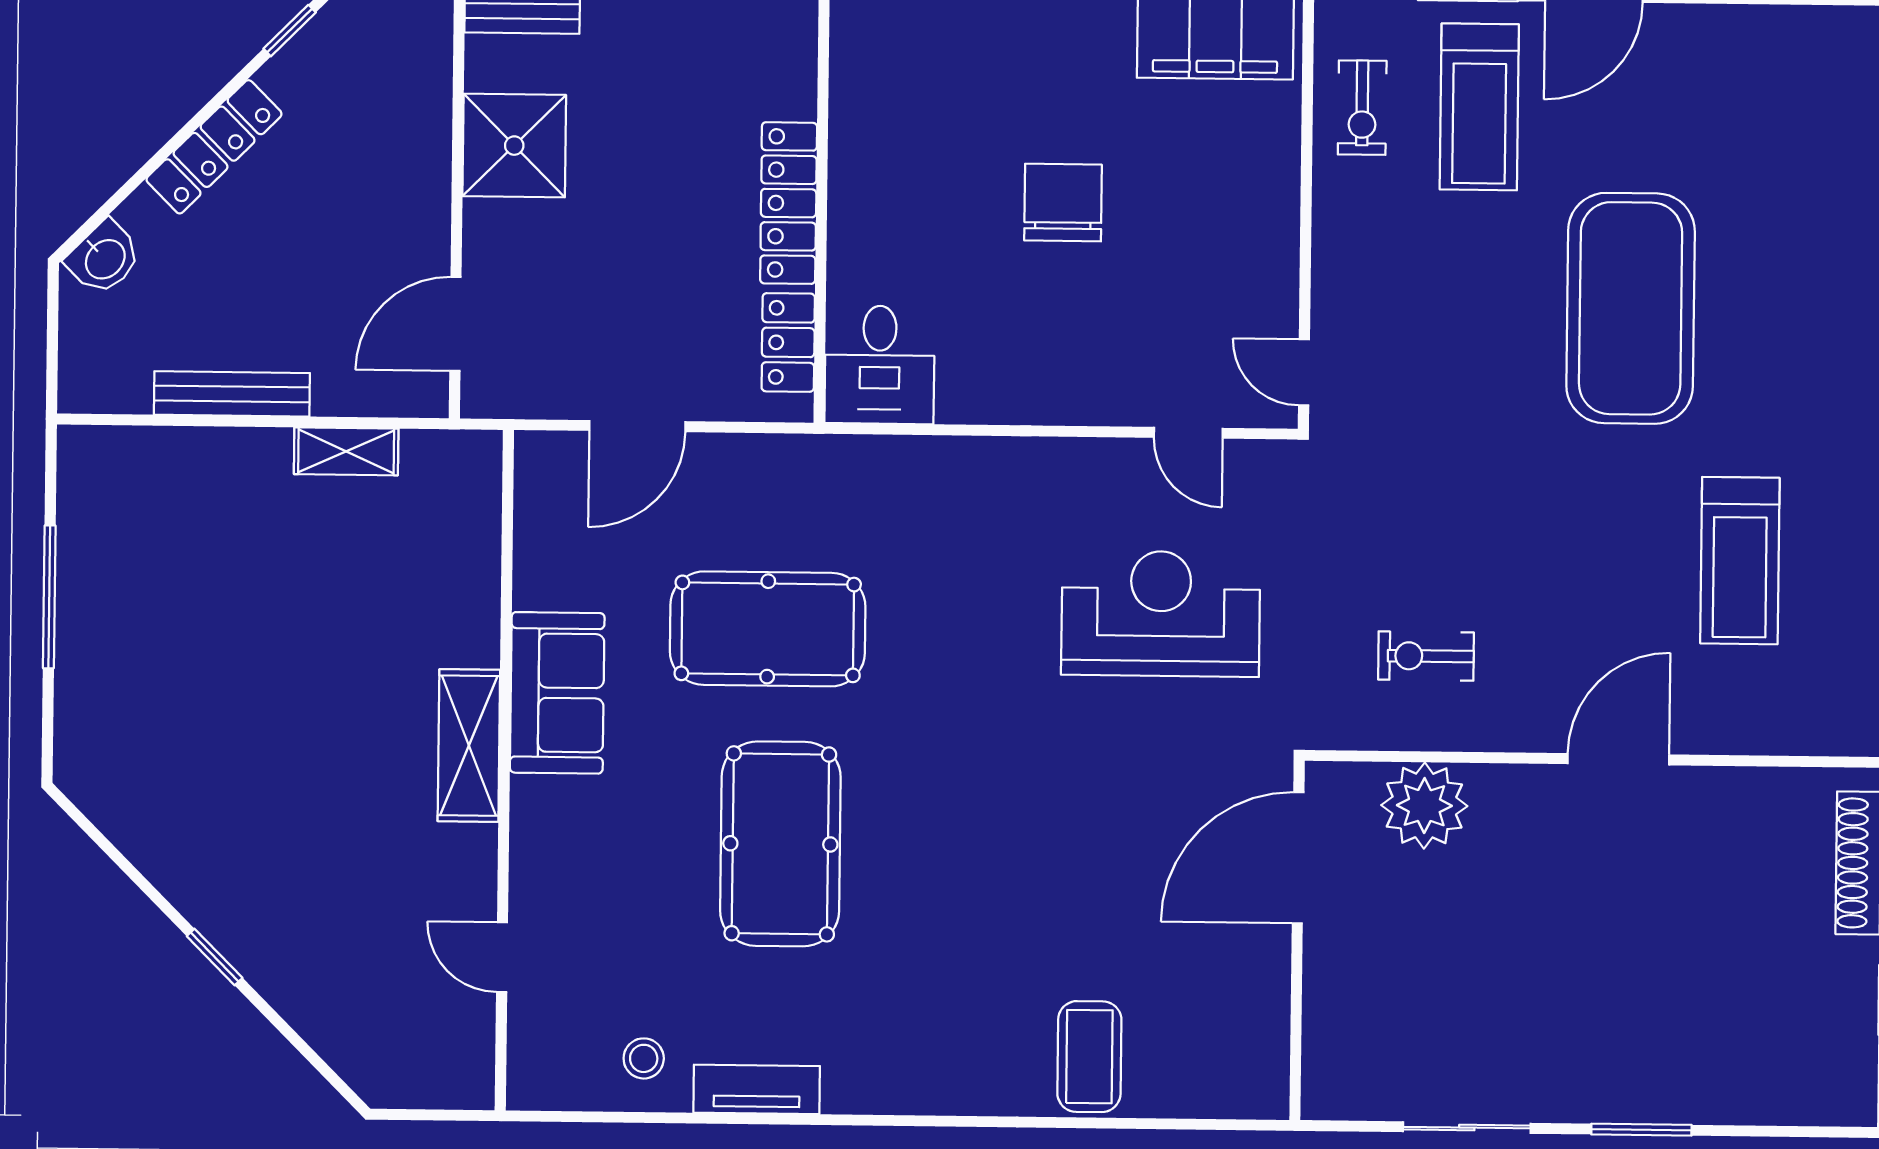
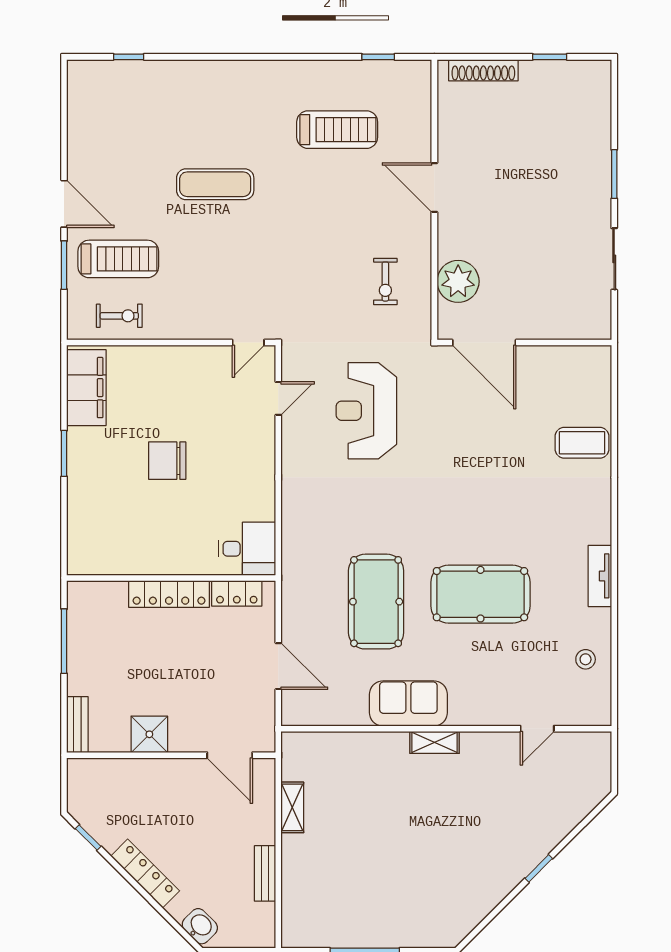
shower: (514, 146) -> (149, 734), width x0.73, depth x0.73
exercise mat: (1631, 308) -> (215, 184), width x0.50, depth x0.69
bench: (232, 394) -> (265, 873), width x0.73
shelving: (469, 746) -> (435, 742), width x0.67, depth x0.75
tv unit: (757, 1089) -> (600, 576), moved

